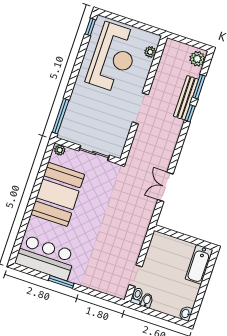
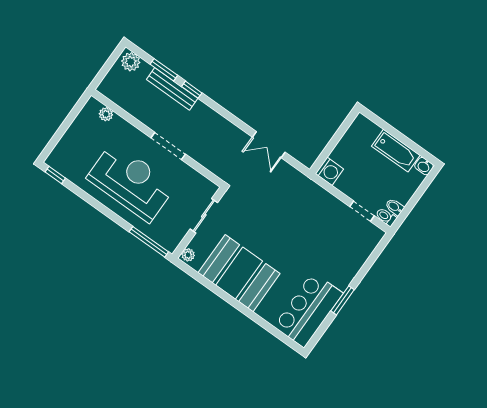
reception desk: (113, 58) -> (131, 182), moved
washing machine: (159, 241) -> (329, 171), added
bathtub: (199, 264) -> (396, 151), moved

